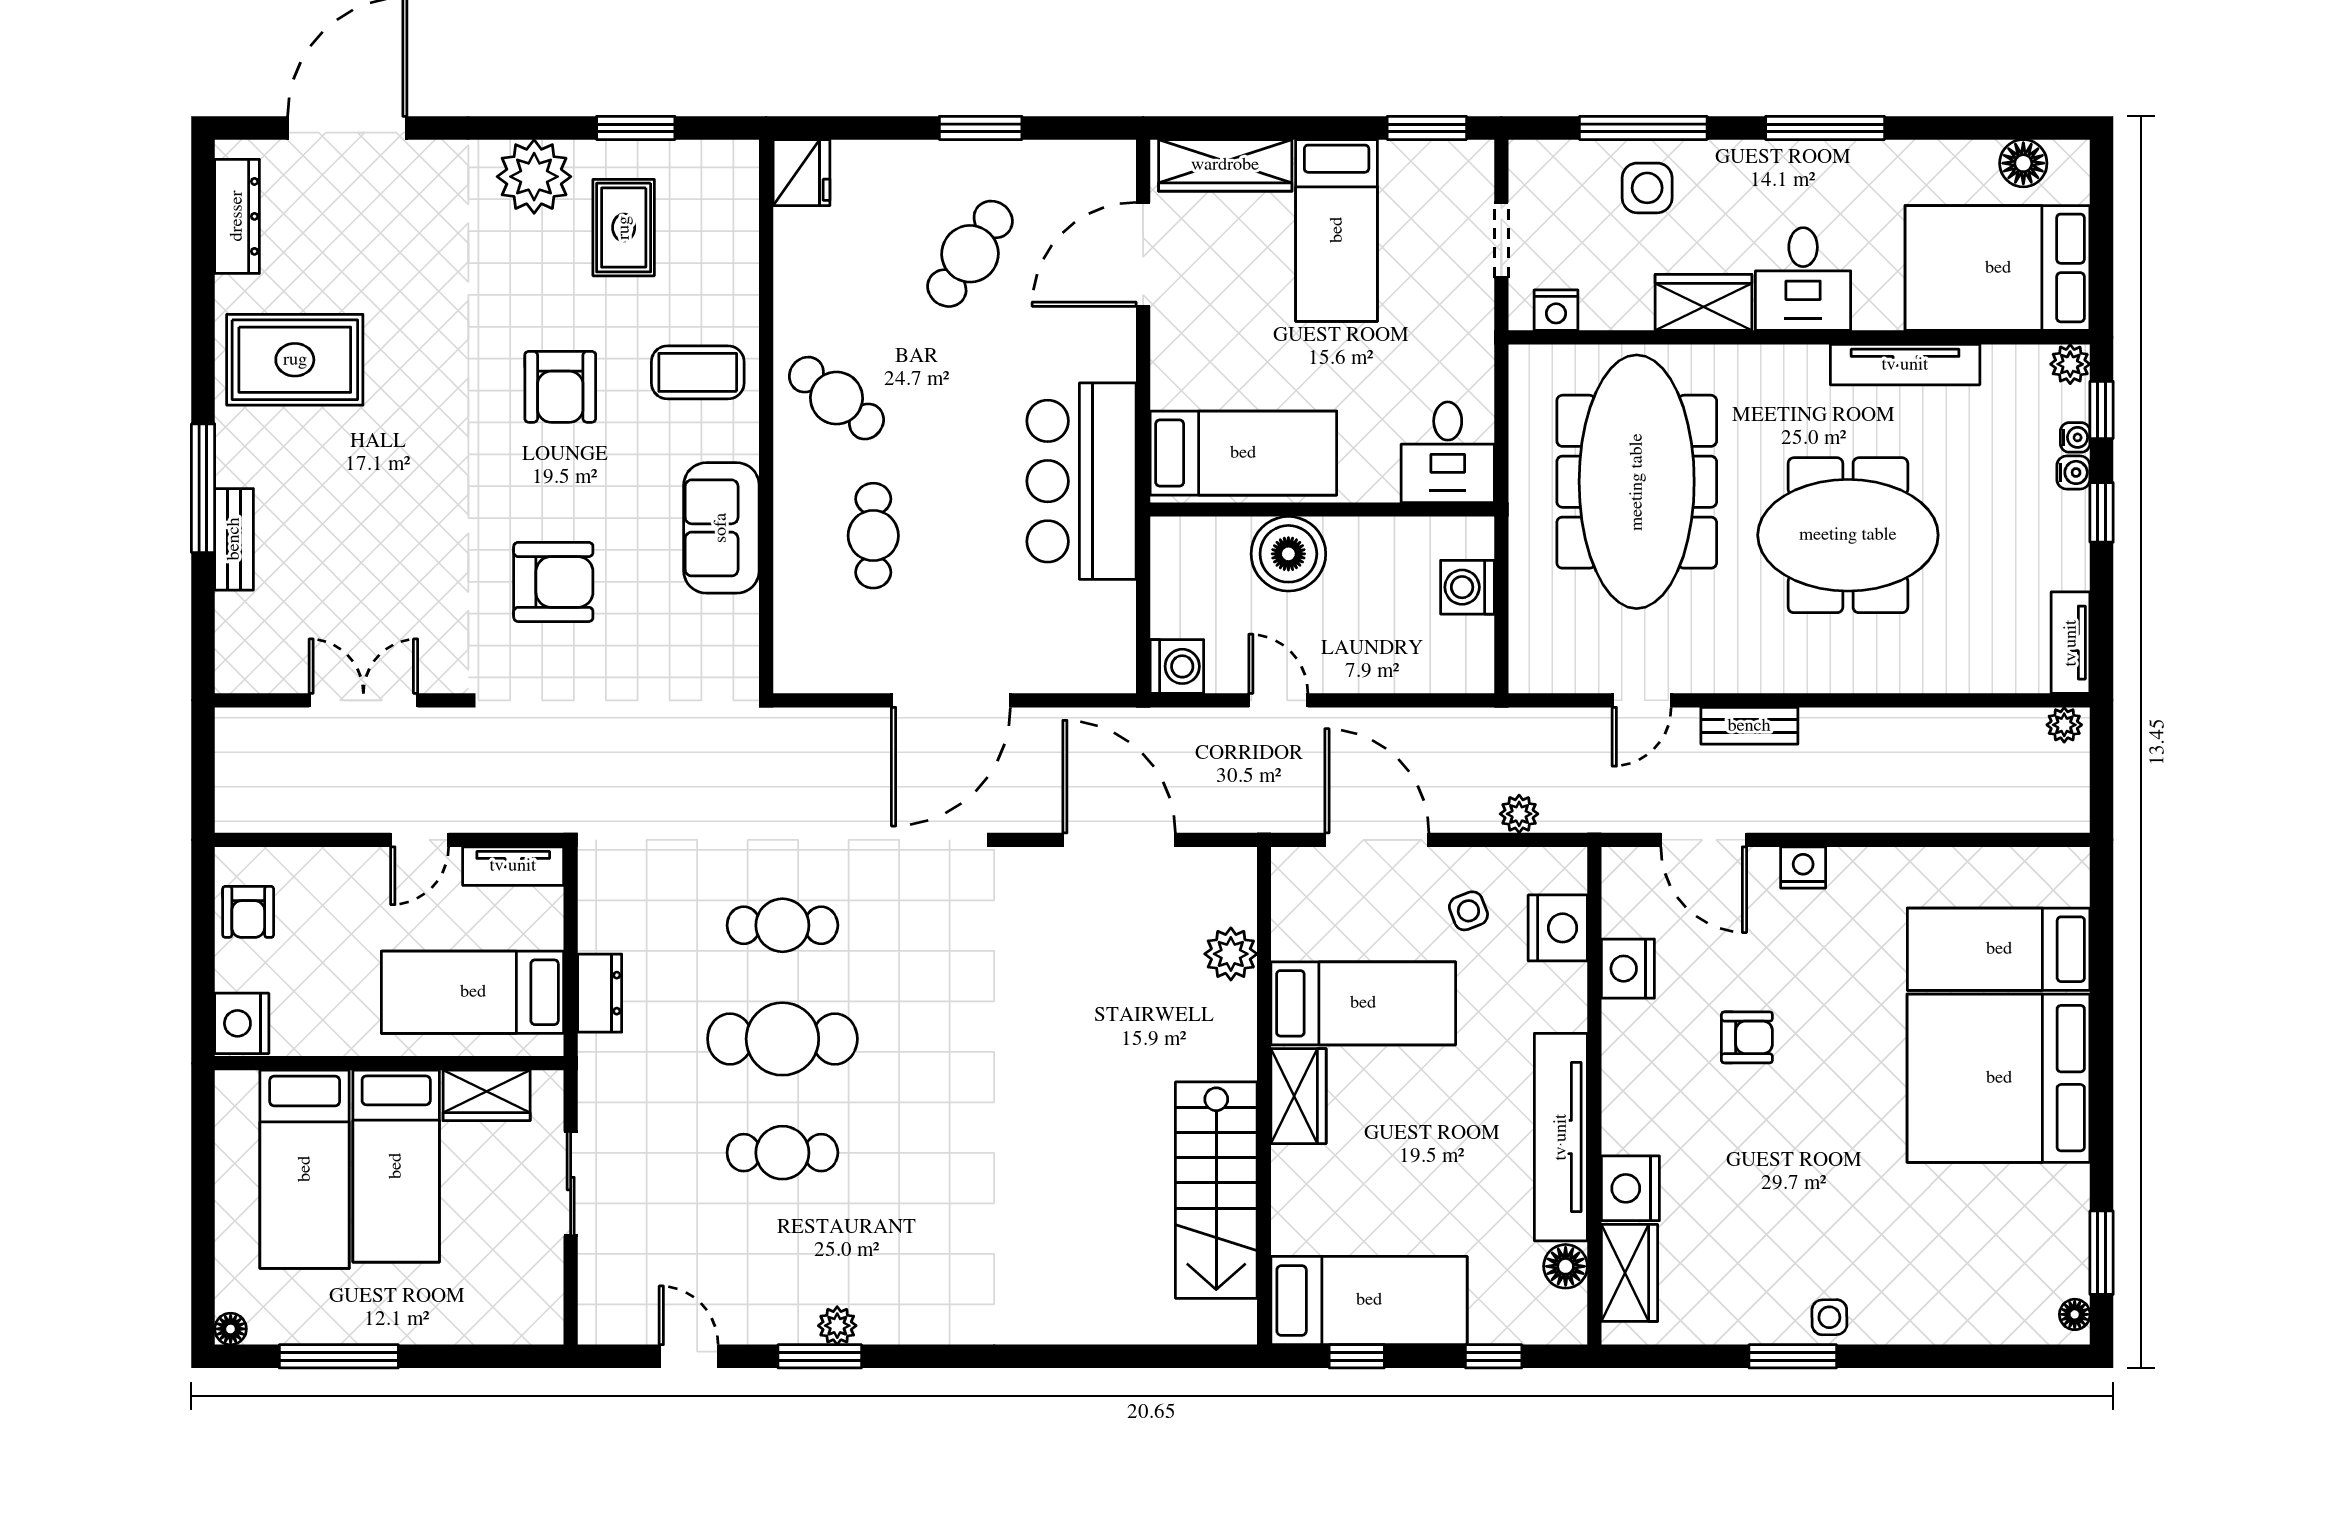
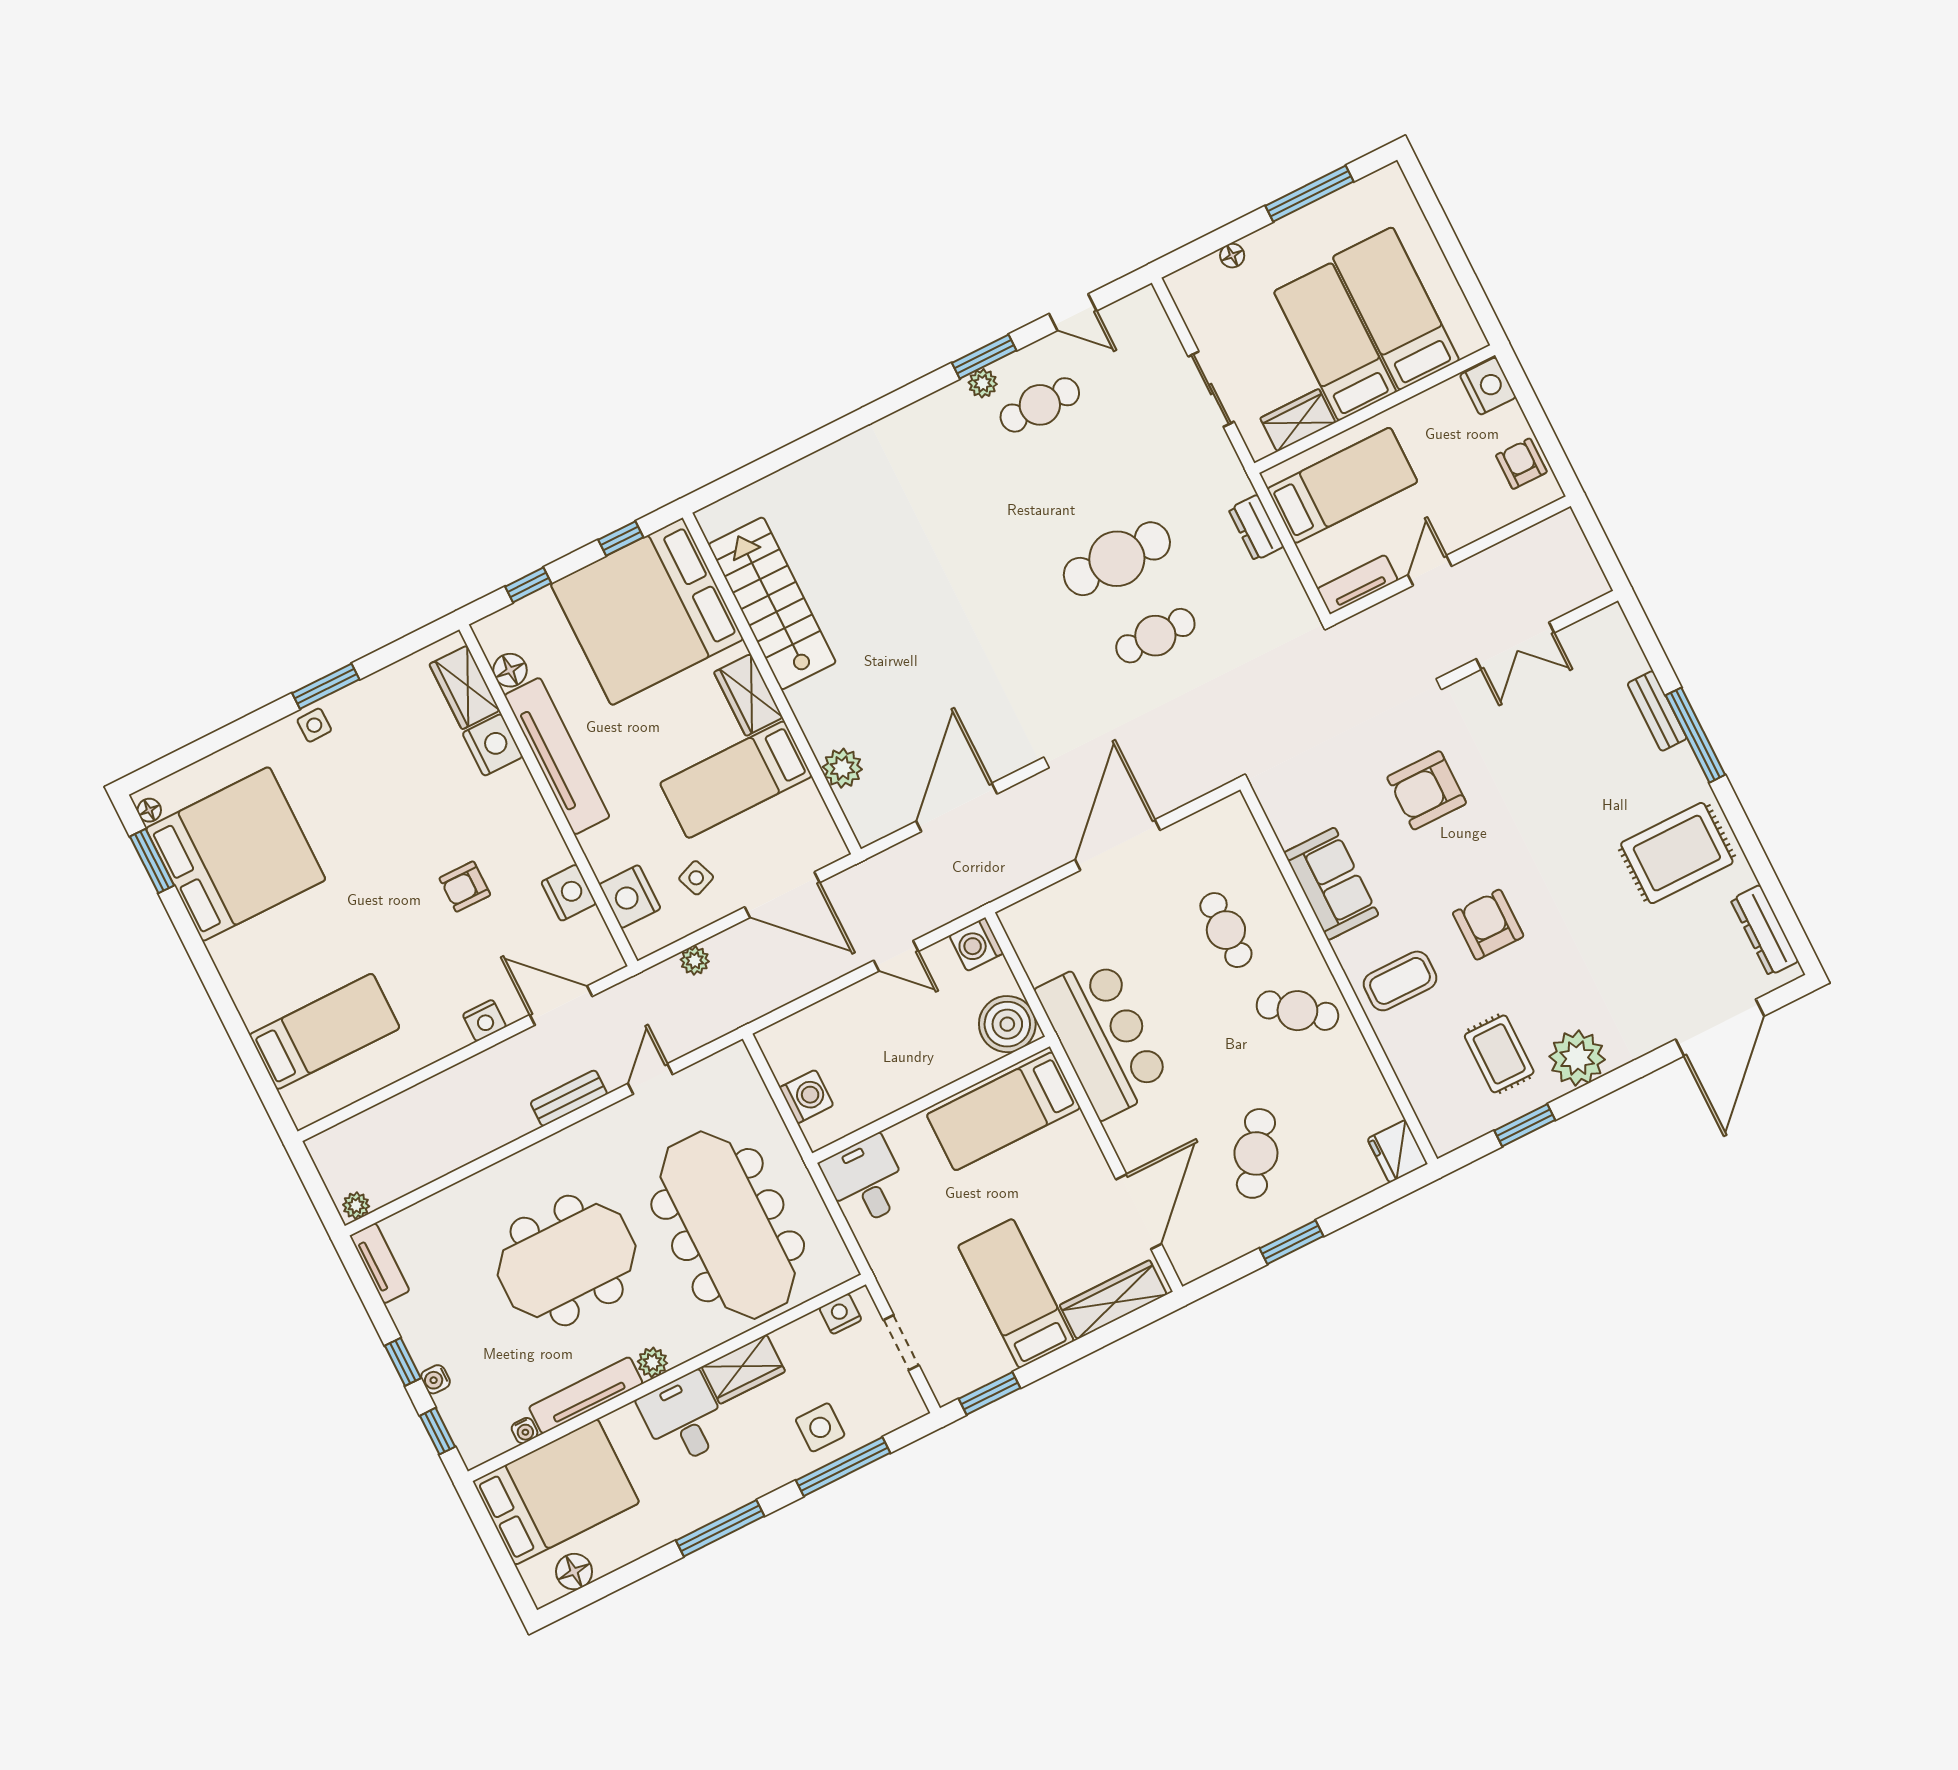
plant: (2070, 364) -> (652, 1362), moved
water cooler: (2075, 437) -> (525, 1431), moved, turned -90
boiler: (1288, 554) -> (1007, 1024), moved
door: (1119, 840) -> (957, 807), swing flipped
bed: (1999, 1078) -> (236, 854), moved
cafe table: (782, 1153) -> (1040, 405), moved
bed: (1369, 1300) -> (647, 612), width x2.04
floor lamp: (231, 1329) -> (1232, 256), moved

